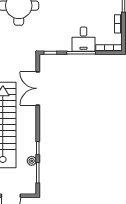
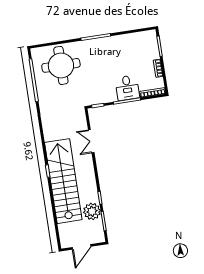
double door: (38, 88) -> (91, 141), width x0.73
plant: (32, 161) -> (92, 211), width x1.88, depth x1.88

